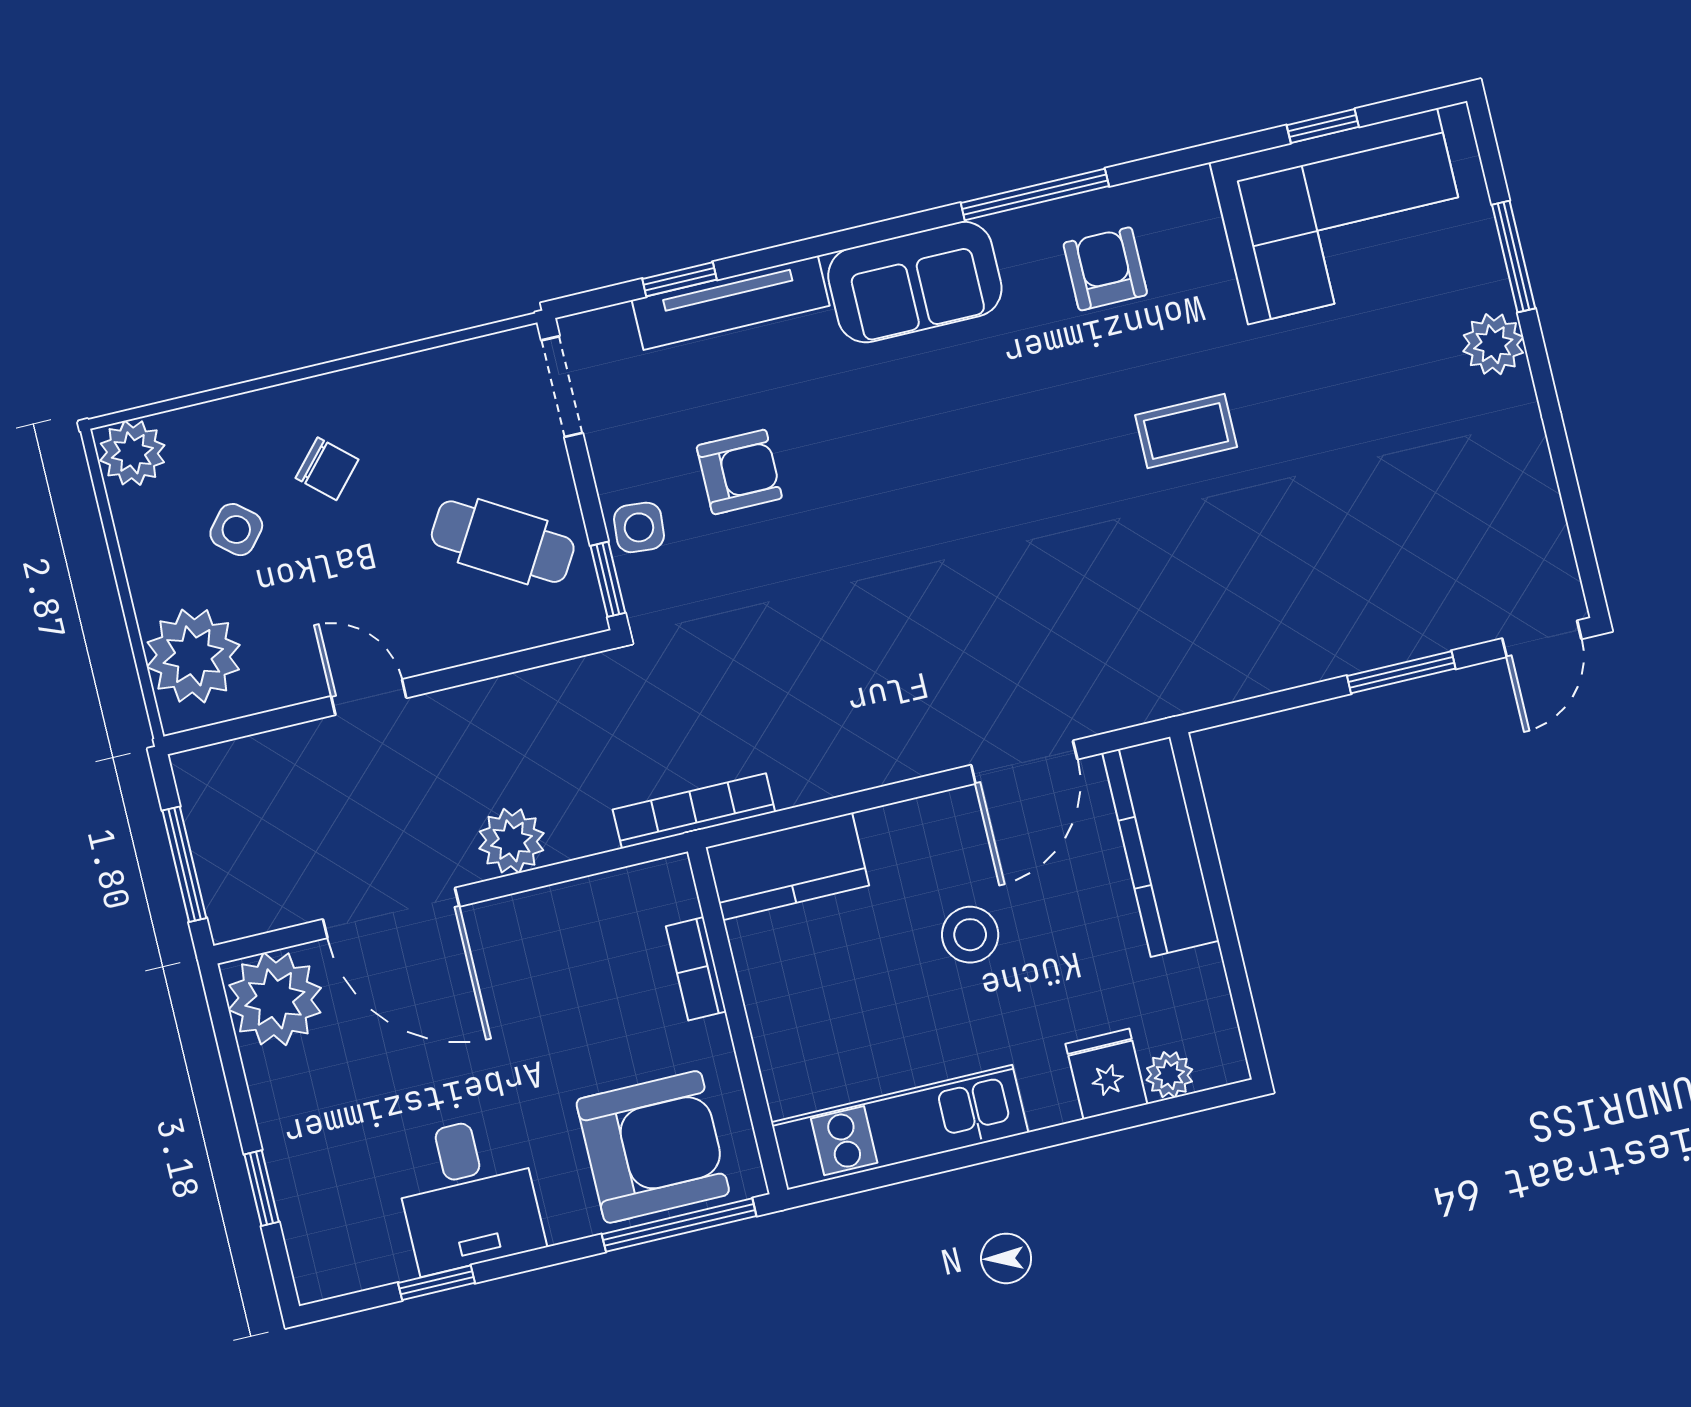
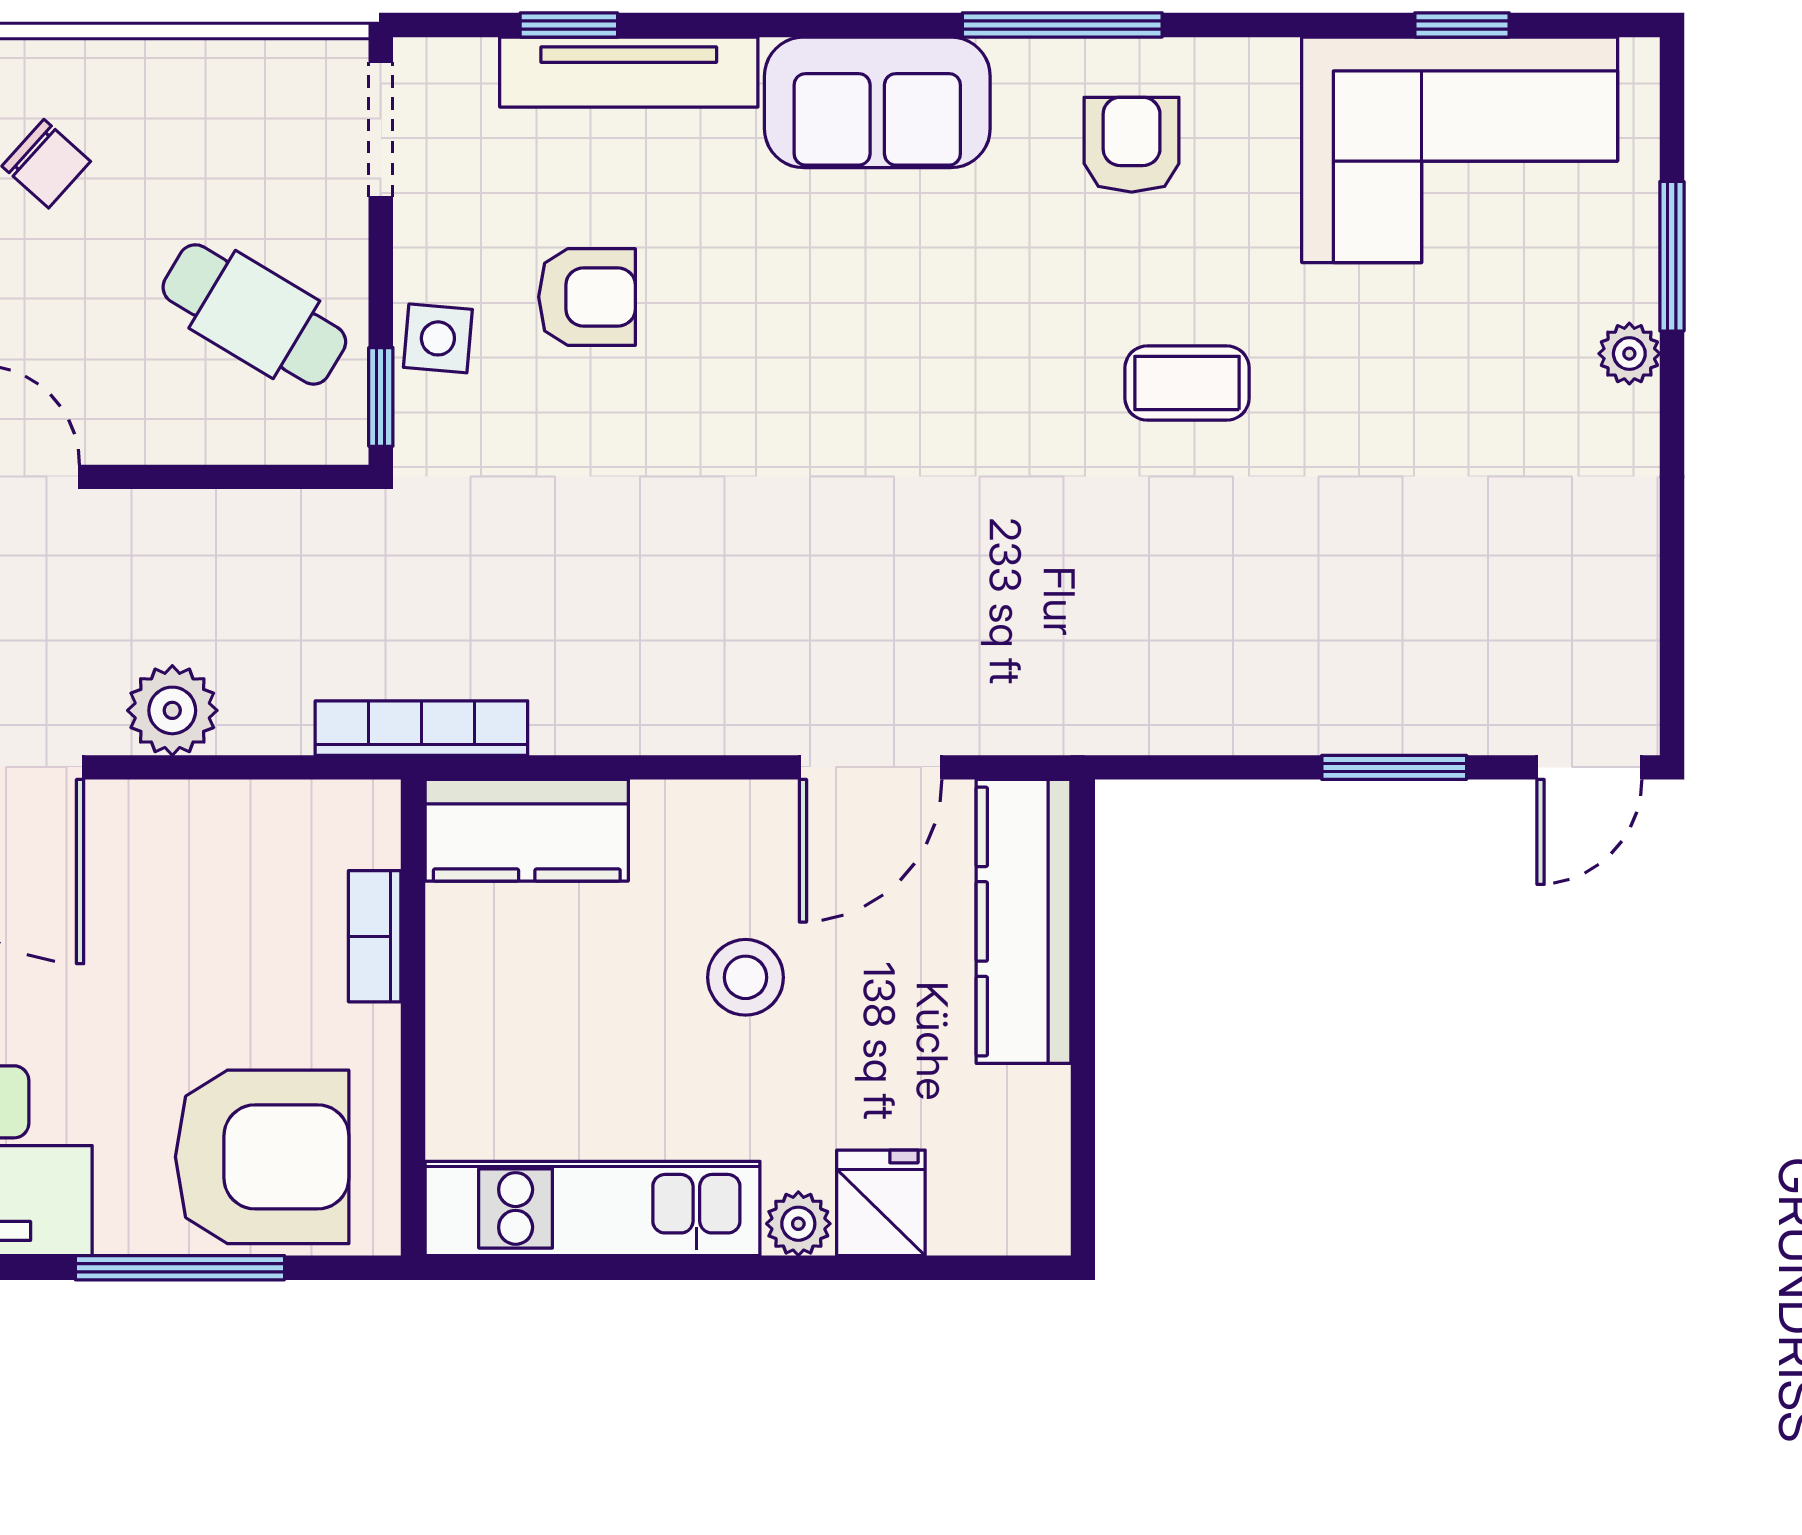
plant: (1493, 344) -> (1629, 354), width x0.73, depth x0.73
plant: (1169, 1075) -> (798, 1224), moved
window: (679, 1225) -> (180, 1268), moved

